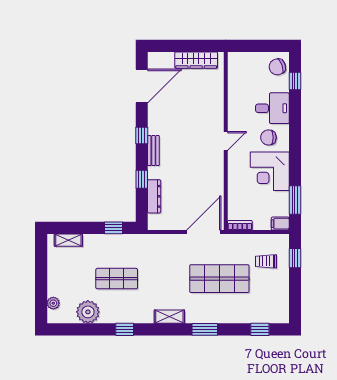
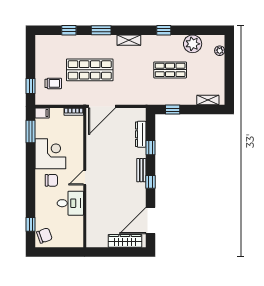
wardrobe: (196, 60) -> (125, 241), moved
desk: (272, 108) -> (70, 203), moved, turned 180
window: (260, 329) -> (69, 30), moved

